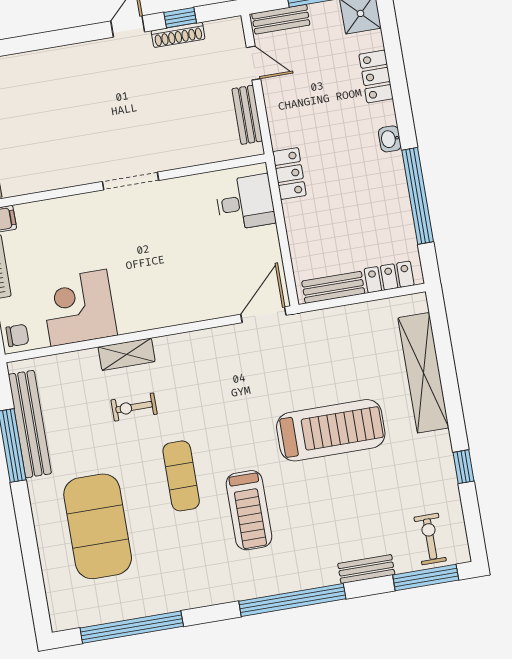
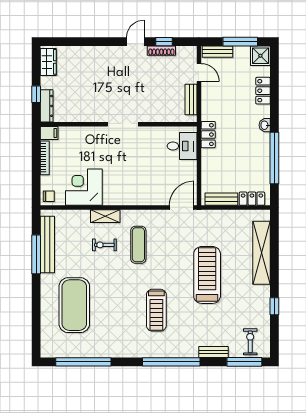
treadmill: (331, 430) -> (207, 275), turned -90
exercise mat: (181, 476) -> (138, 245), moved

